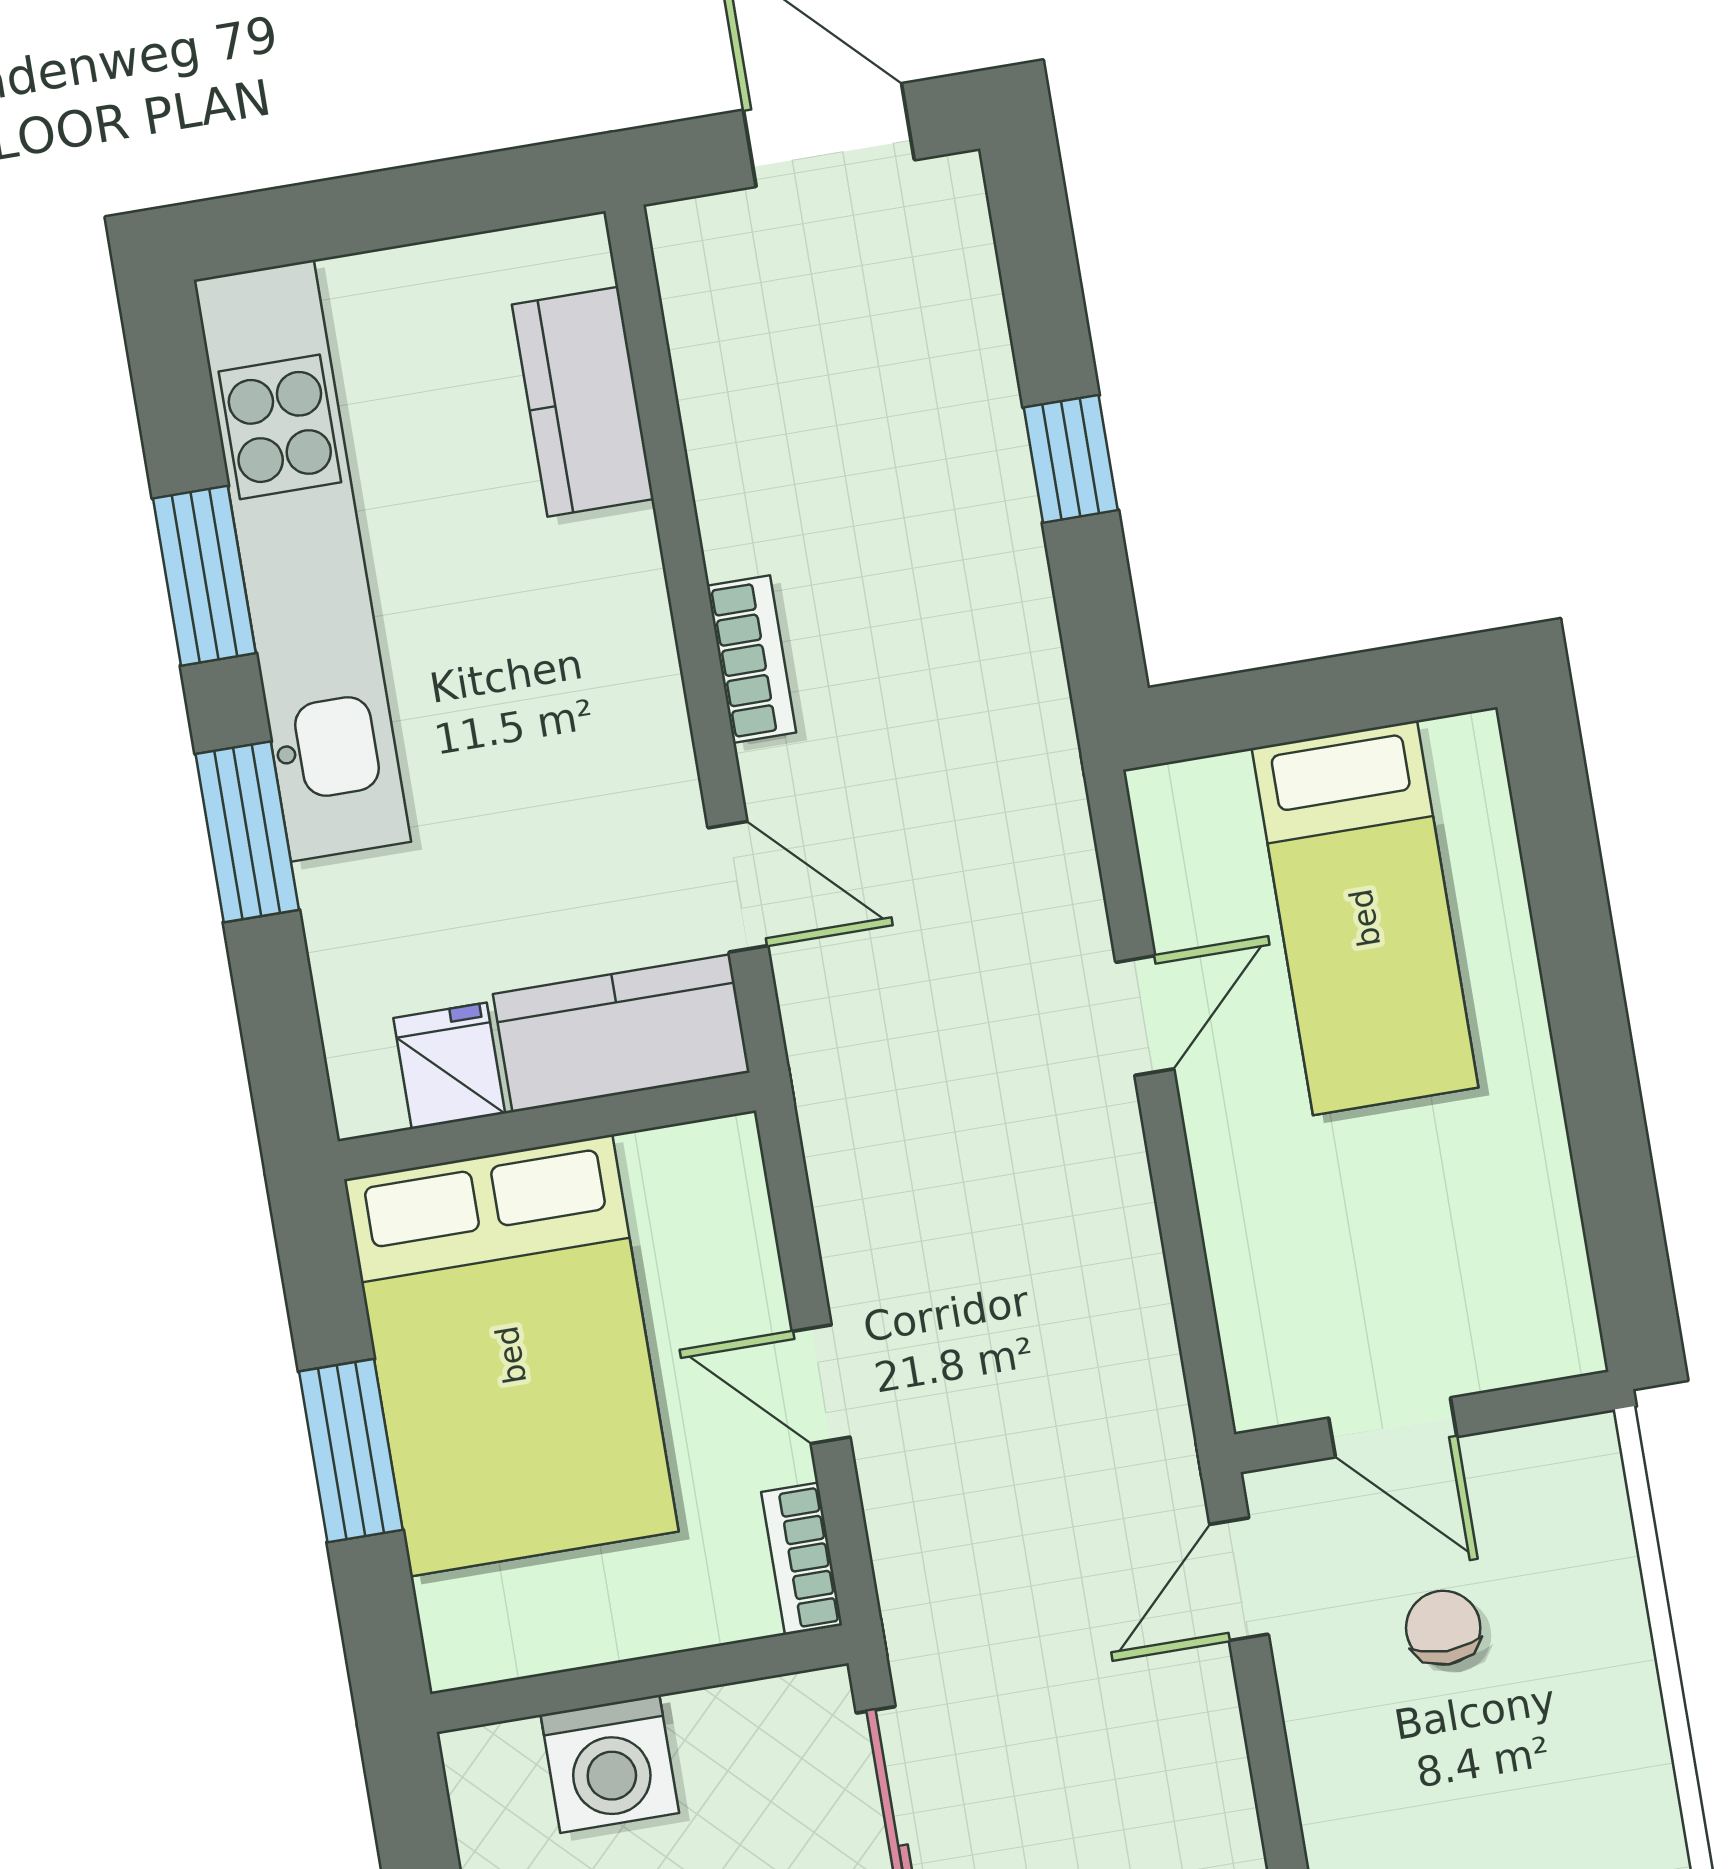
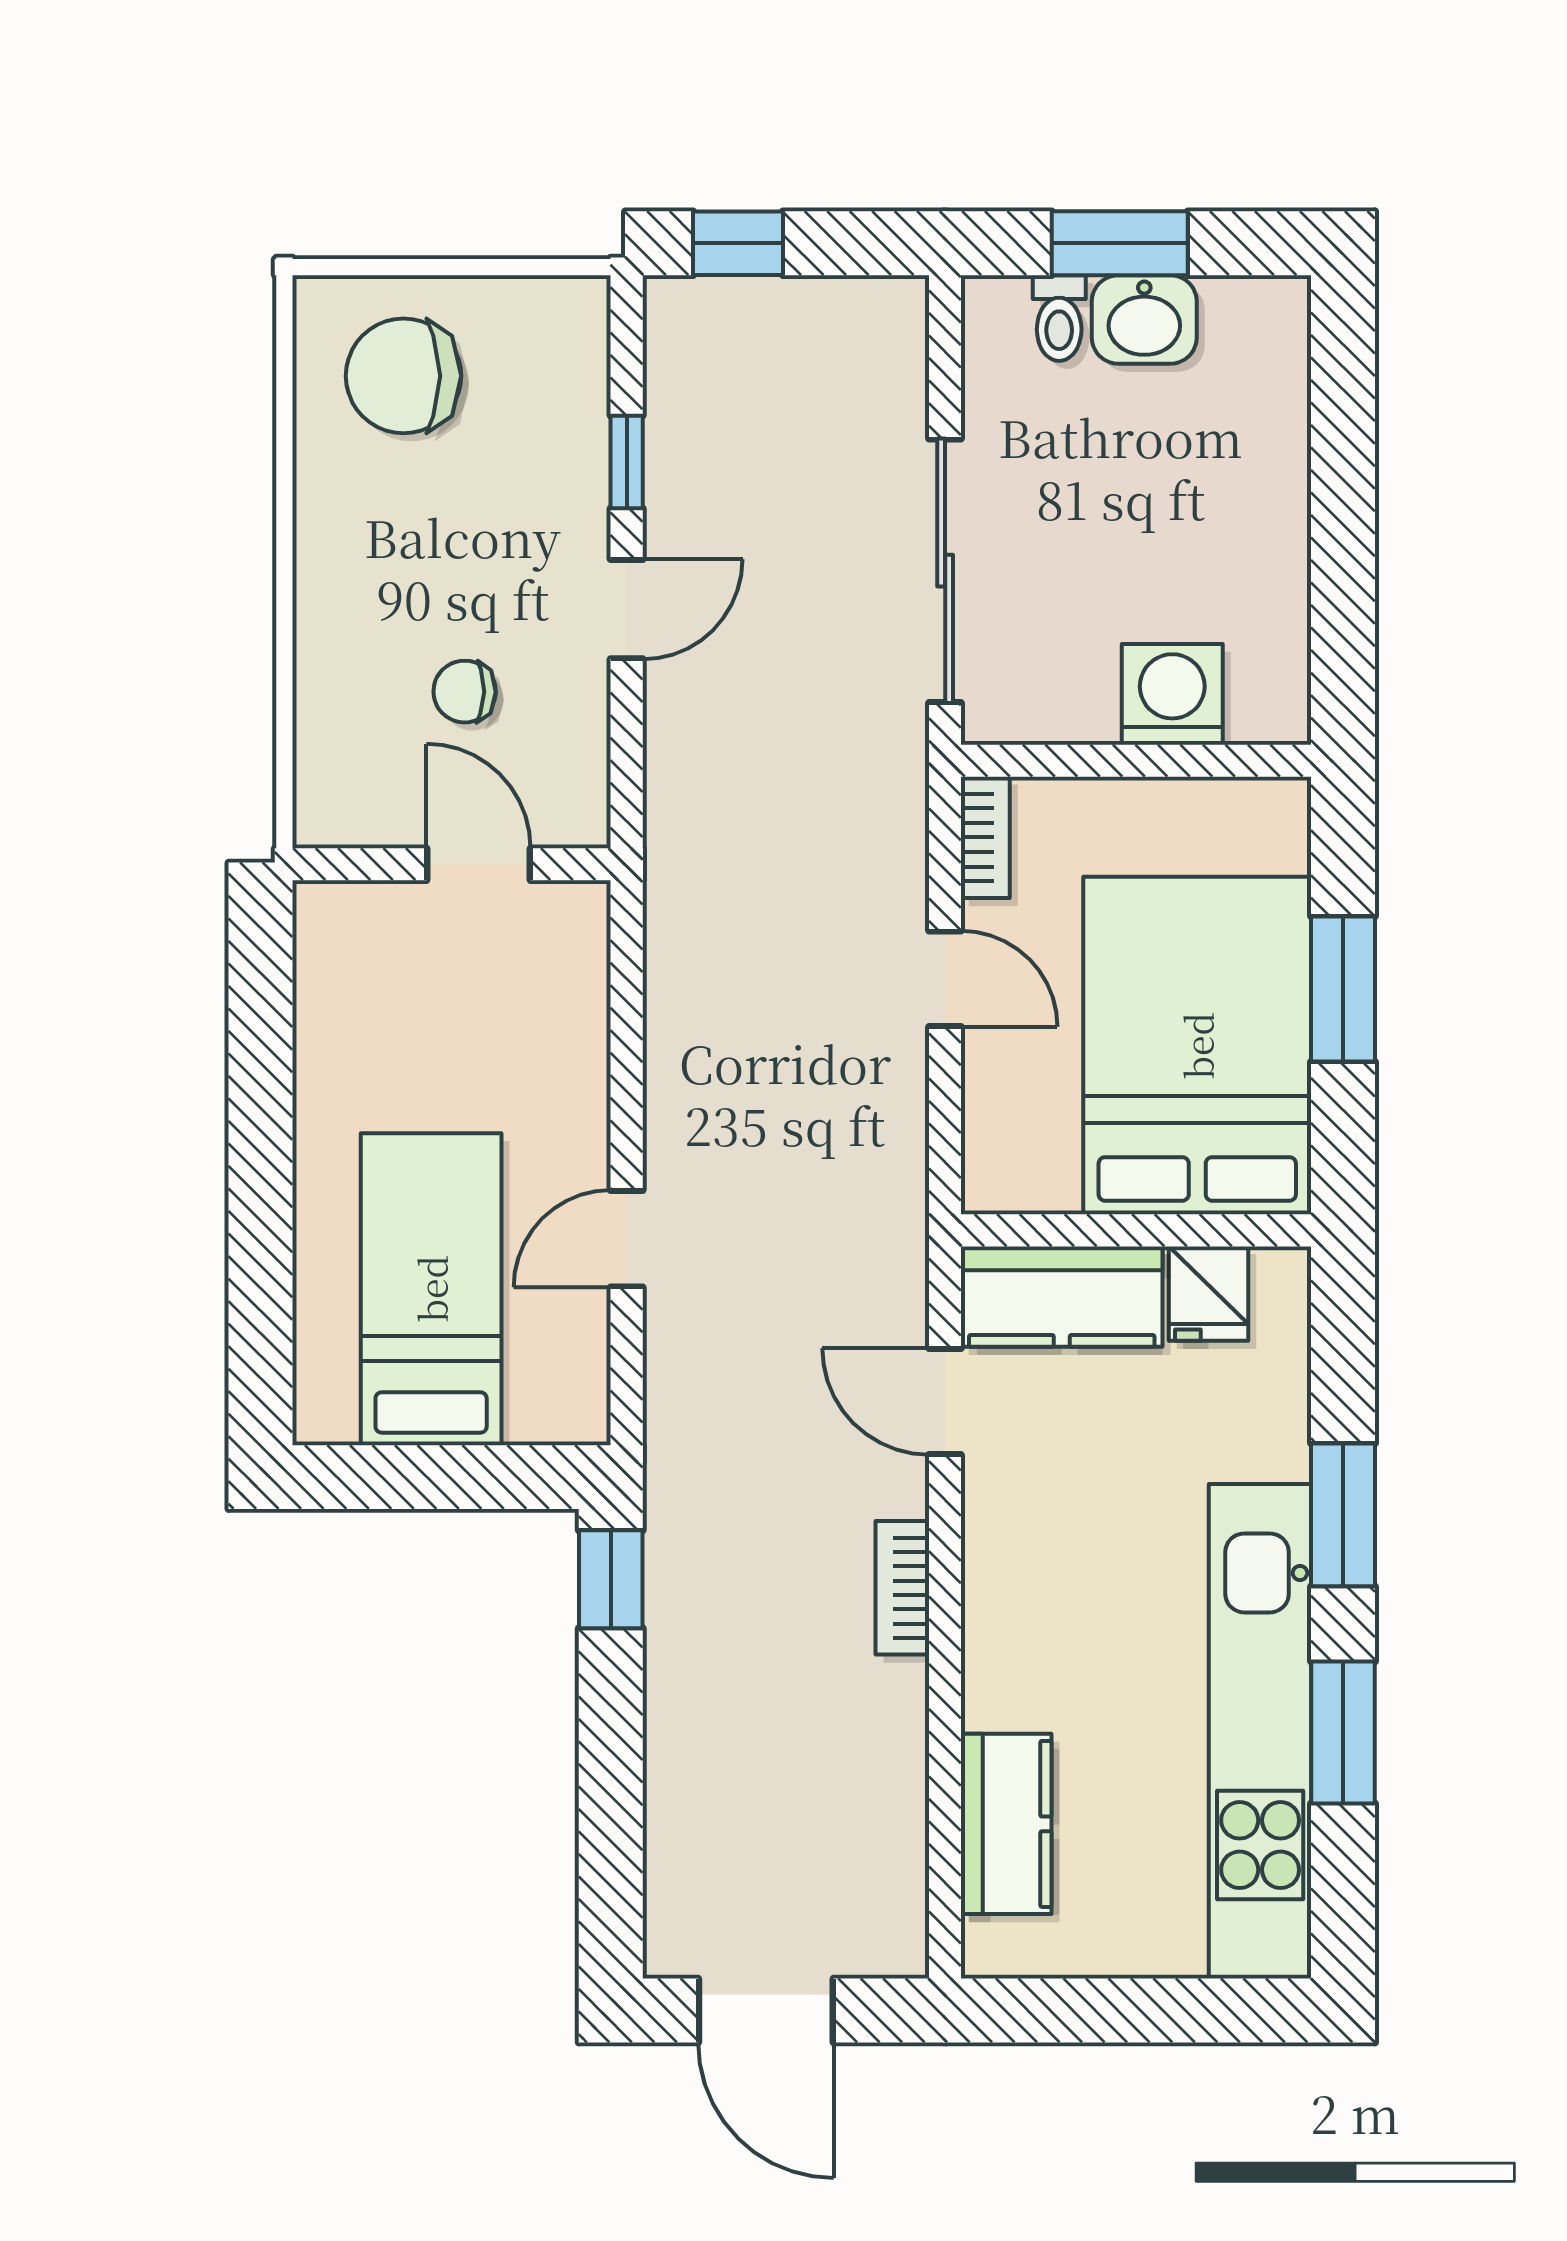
window: (1071, 459) -> (611, 1579), moved
door: (1239, 1579) -> (627, 609), moved
chair: (1443, 1628) -> (465, 692), turned 91

